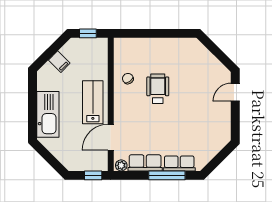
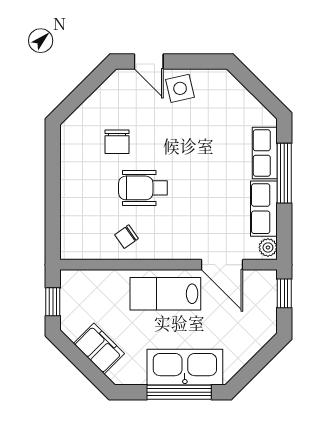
filing cabinet: (59, 62) -> (99, 349), width x2.00
chair: (186, 73) -> (117, 142), added
window: (32, 111) -> (179, 392), added
side table: (219, 111) -> (180, 88), added

